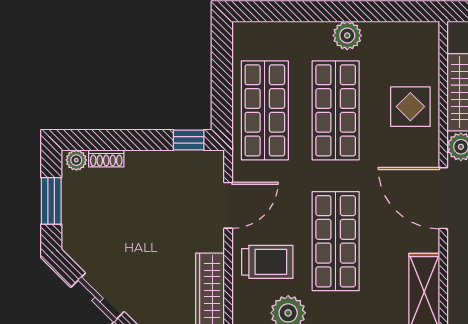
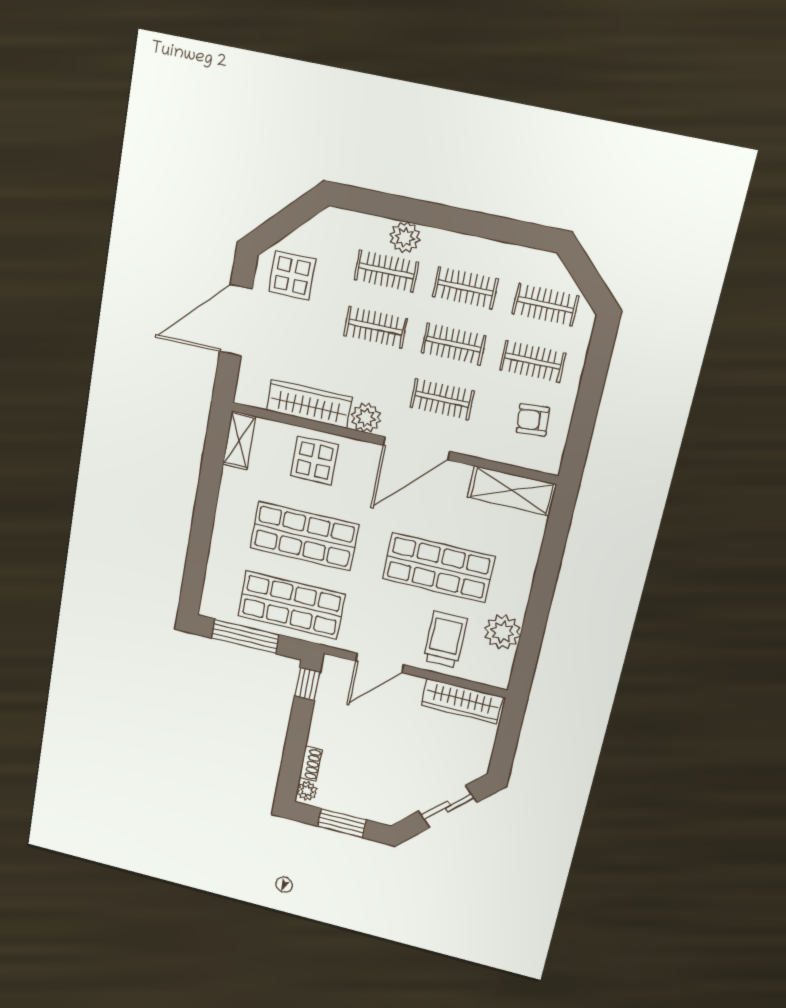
shelving: (413, 33) -> (239, 440), added
plant: (347, 35) -> (231, 507), removed
window: (222, 71) -> (245, 636), added
door: (228, 205) -> (380, 663), swing flipped

